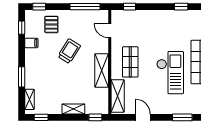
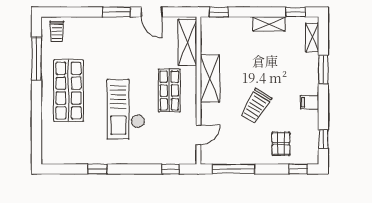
door: (110, 31) -> (198, 135), hinge flipped
filing cabinet: (31, 43) -> (310, 102), moved
checkout: (170, 73) -> (126, 109), moved
shelving: (73, 109) -> (269, 24), moved
window: (182, 117) -> (116, 12), moved

